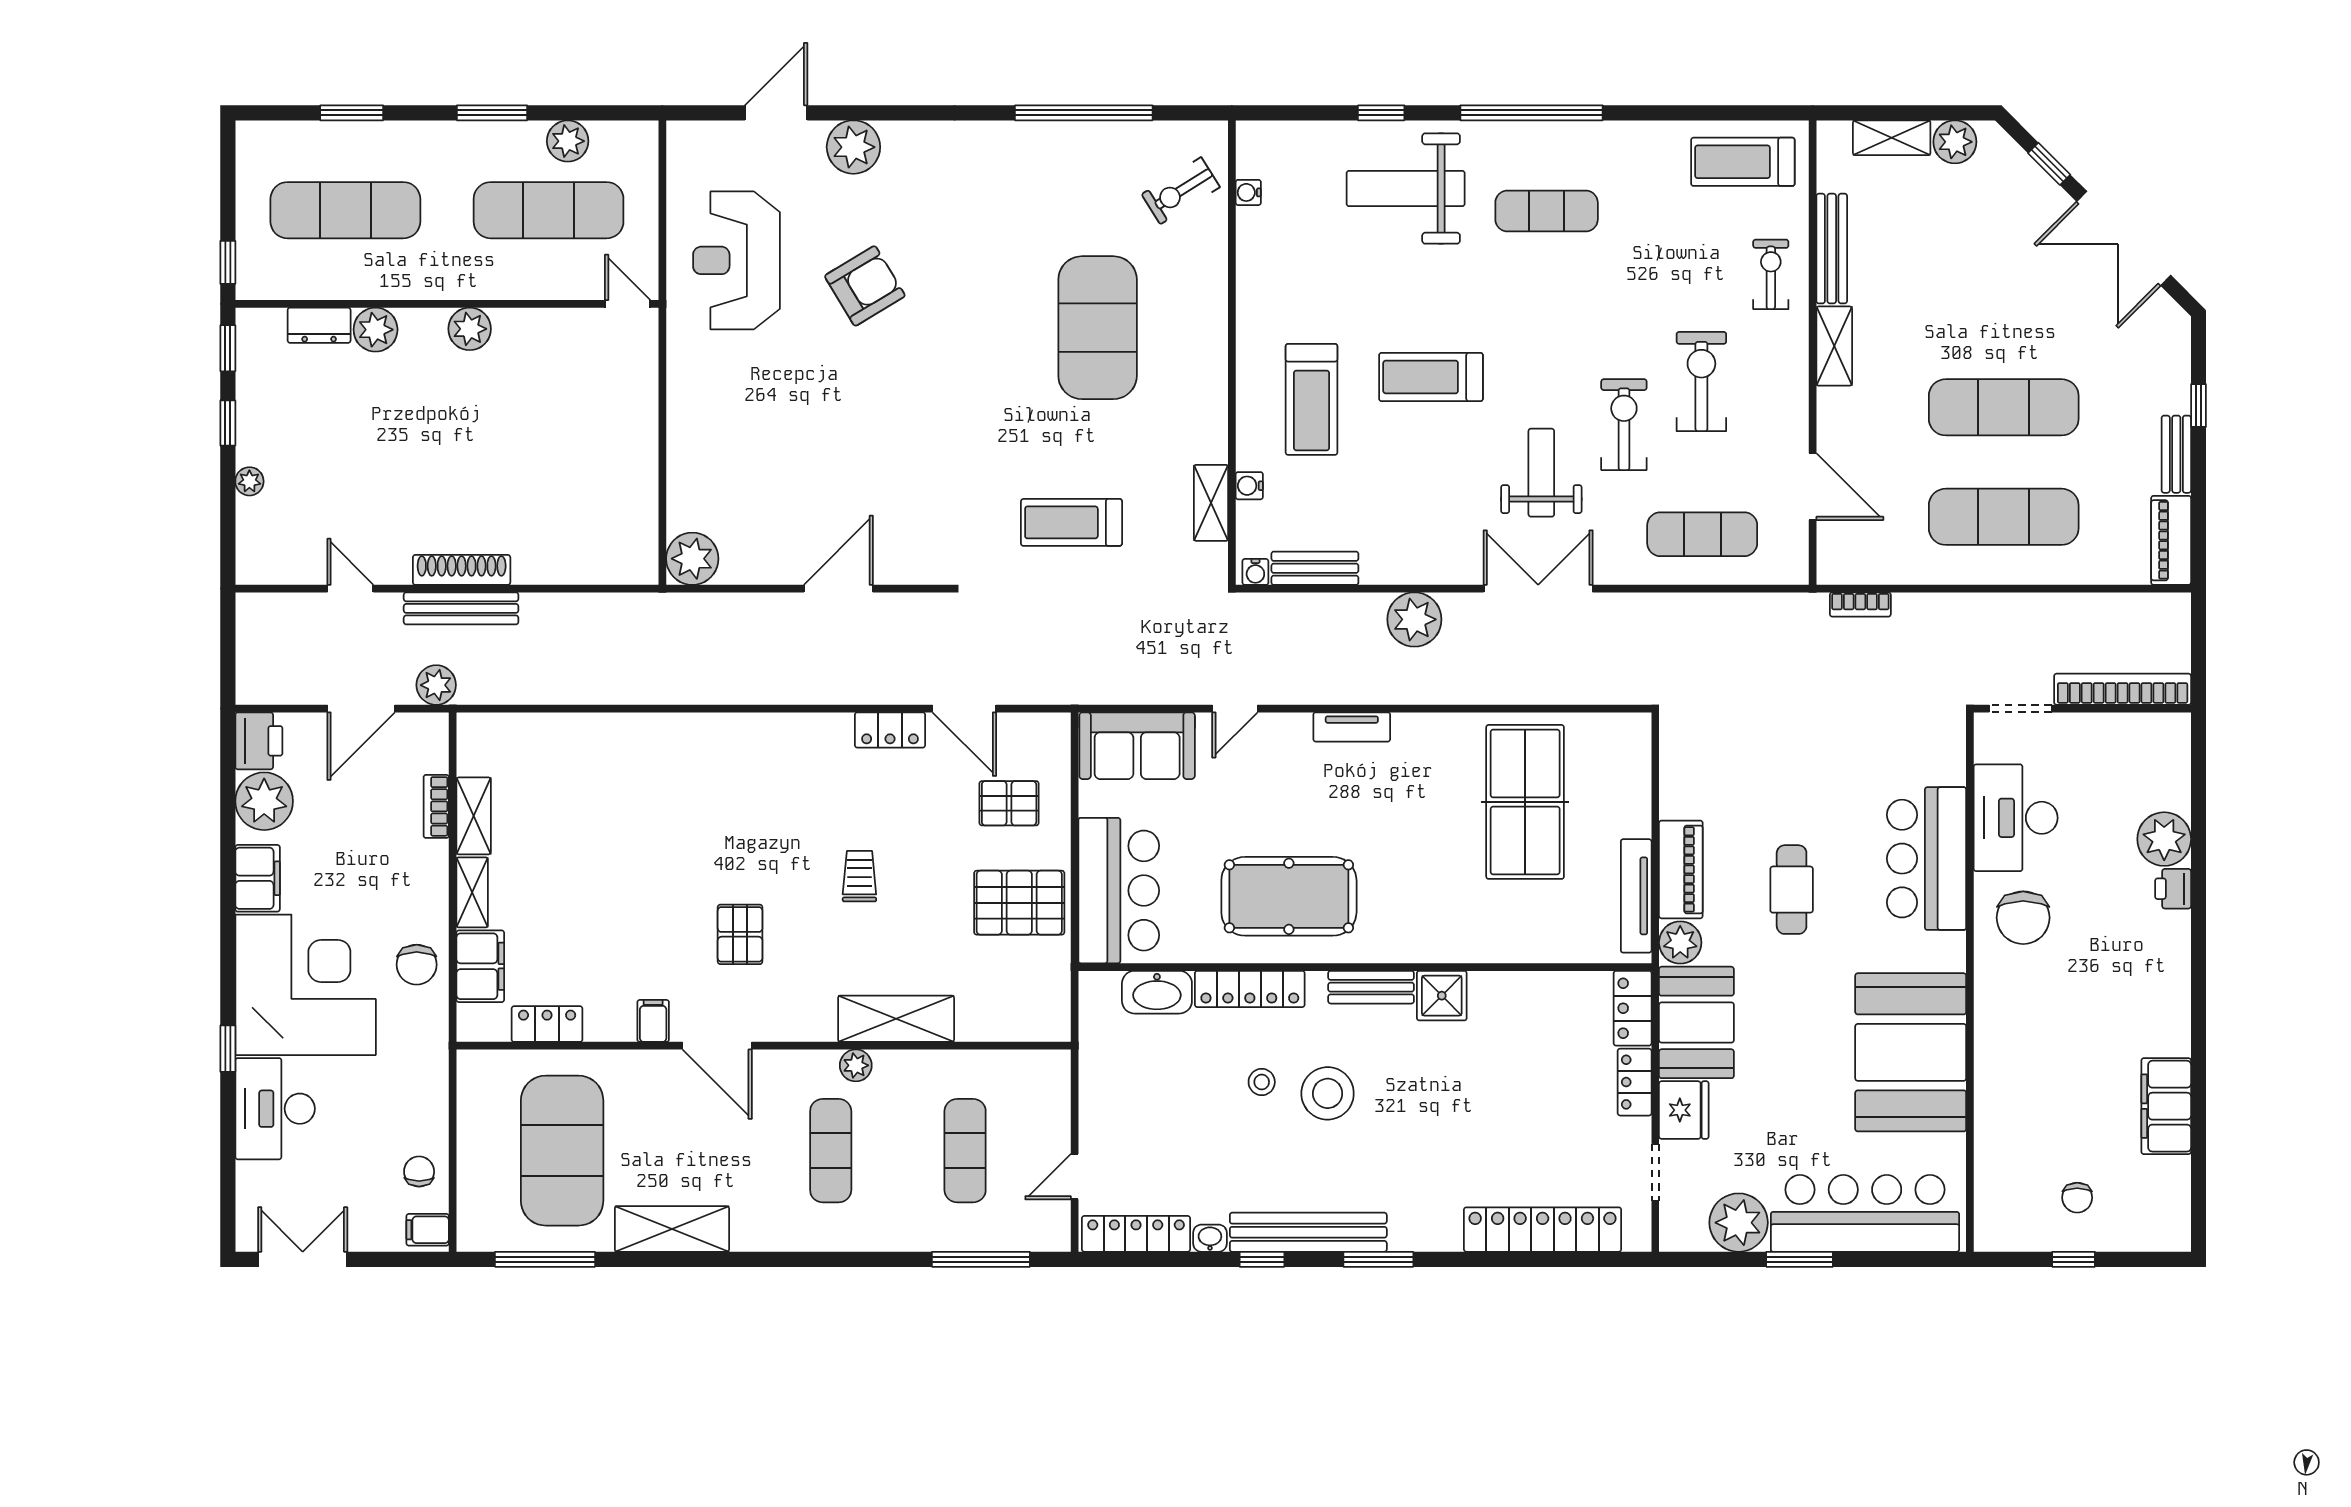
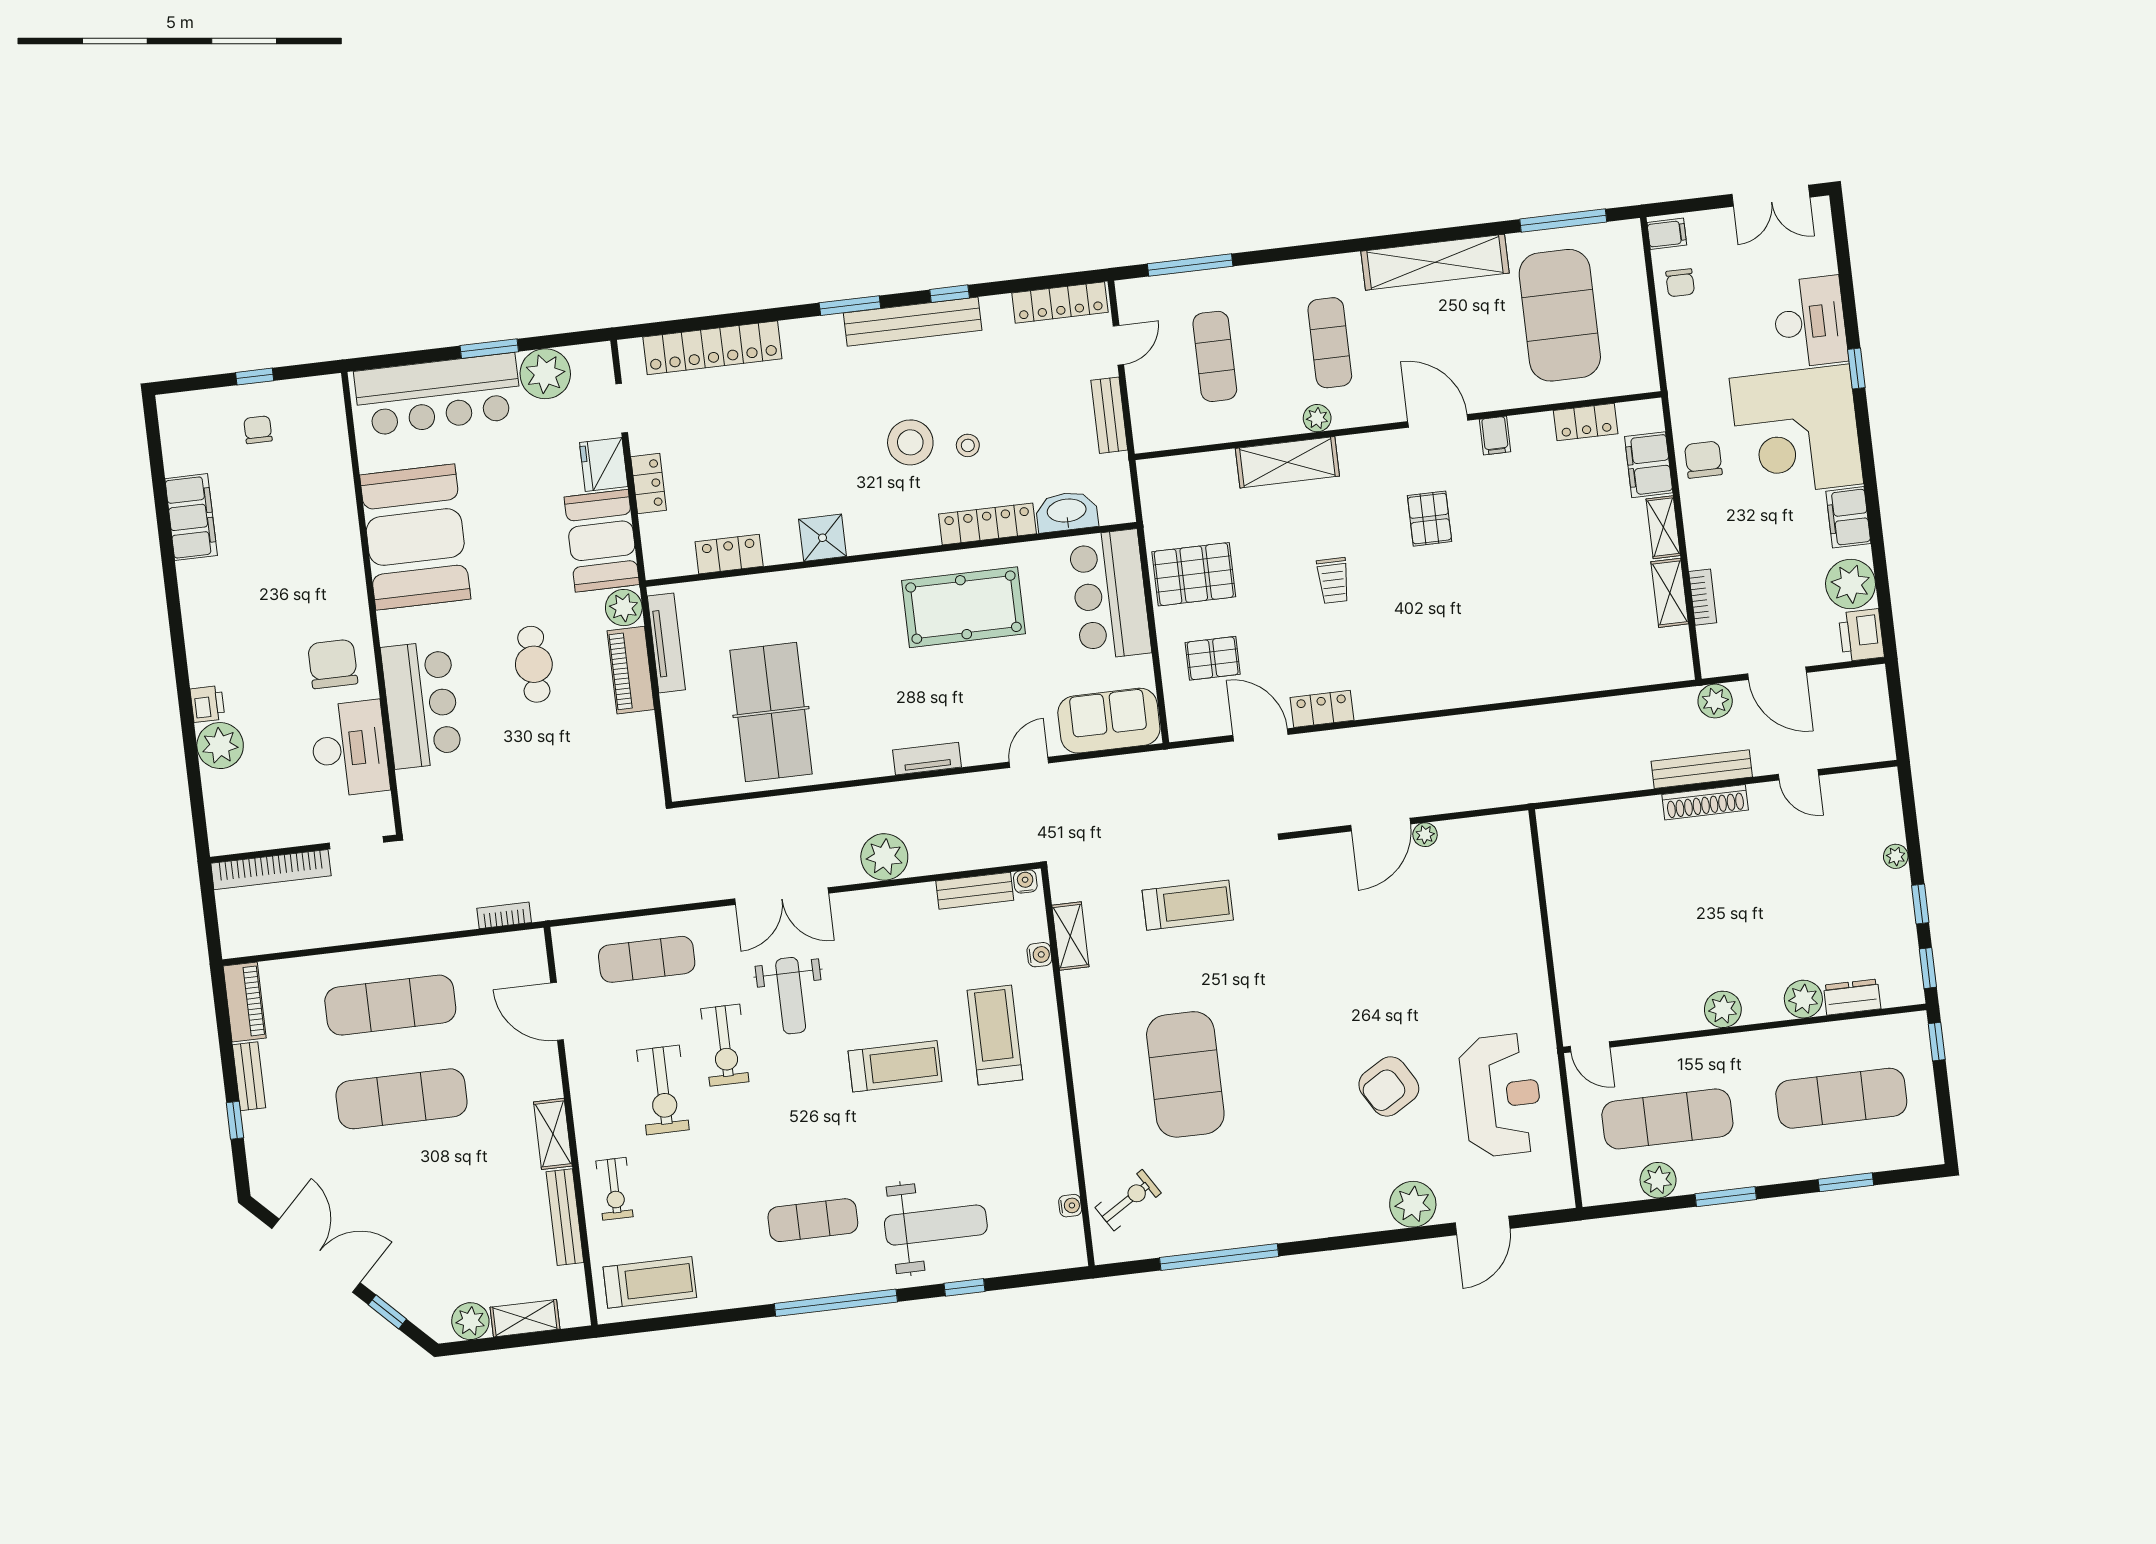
plant: (692, 559) -> (1425, 835), moved, width x0.53, depth x0.53
door: (361, 709) -> (1777, 673), swing flipped
bench: (1371, 987) -> (1109, 415), moved, turned 90
locker: (1633, 1008) -> (729, 554), moved, turned -90
shelving: (672, 1229) -> (1435, 262), width x1.47
washbasin: (1210, 1238) -> (996, 306), removed

